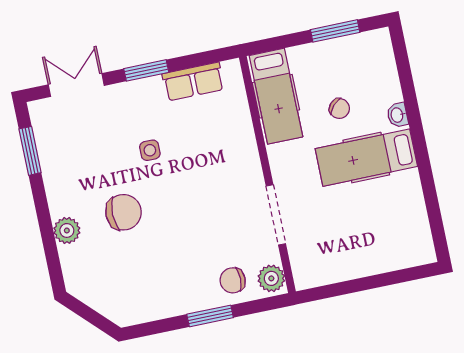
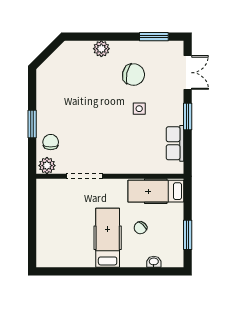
washbasin: (397, 115) -> (154, 262), moved
chair: (123, 212) -> (133, 75), moved, turned -78

